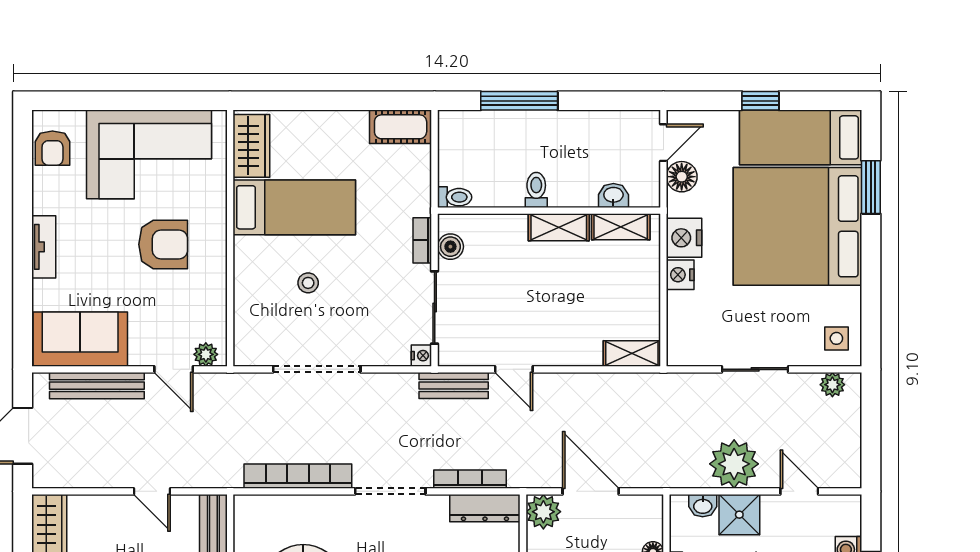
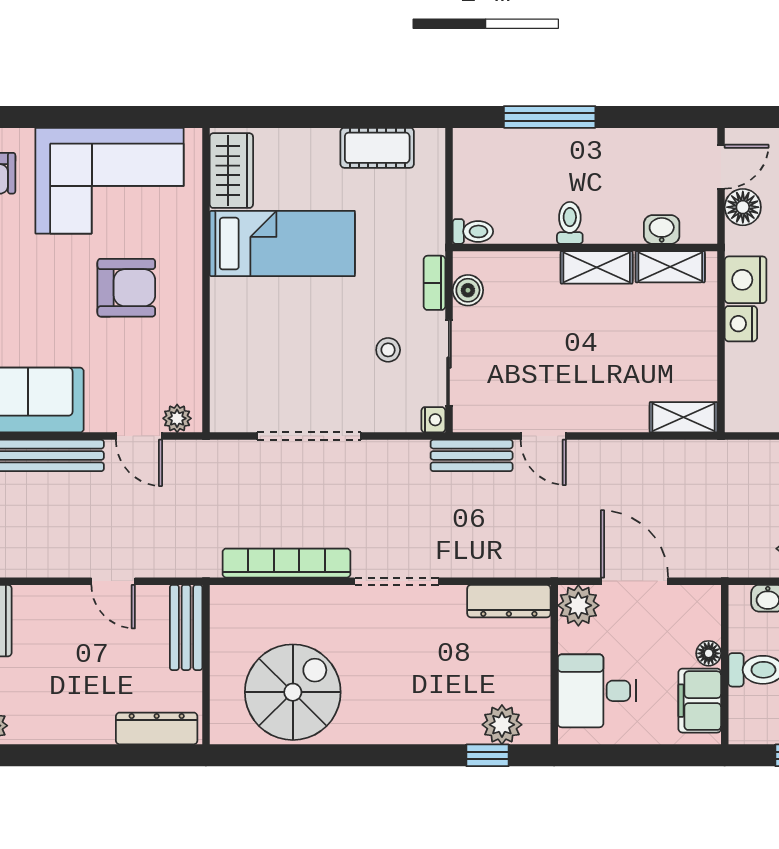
cot: (401, 127) -> (377, 148), moved
stool: (308, 283) -> (388, 350), moved
bookcase: (470, 479) -> (491, 567), removed

